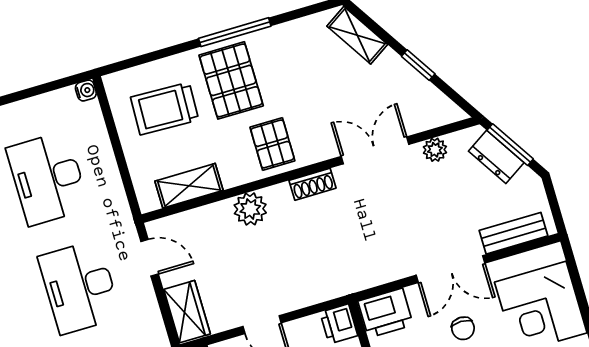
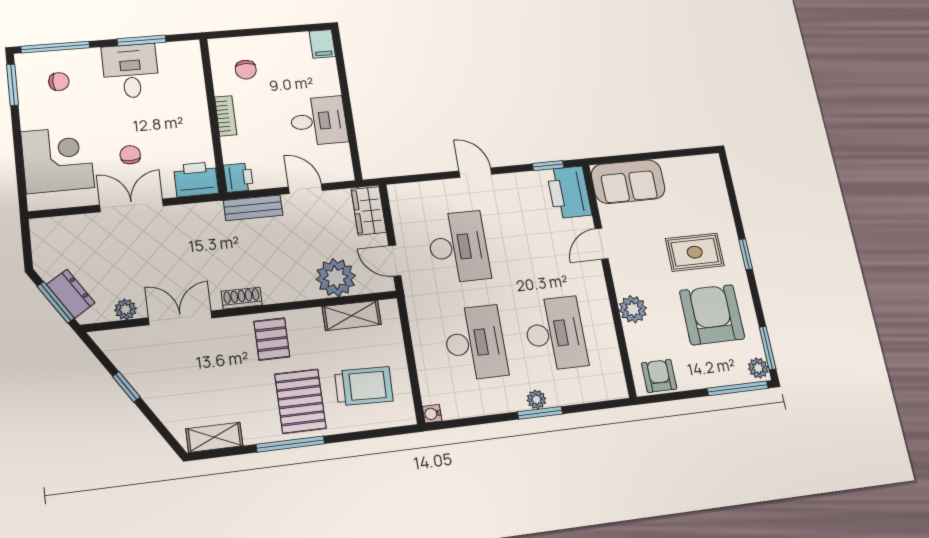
shelving: (357, 35) -> (214, 437), moved, turned -57
double door: (375, 150) -> (180, 318), swing flipped
plant: (250, 209) -> (336, 278), moved, width x1.36, depth x1.36
bench: (513, 233) -> (253, 208), moved

